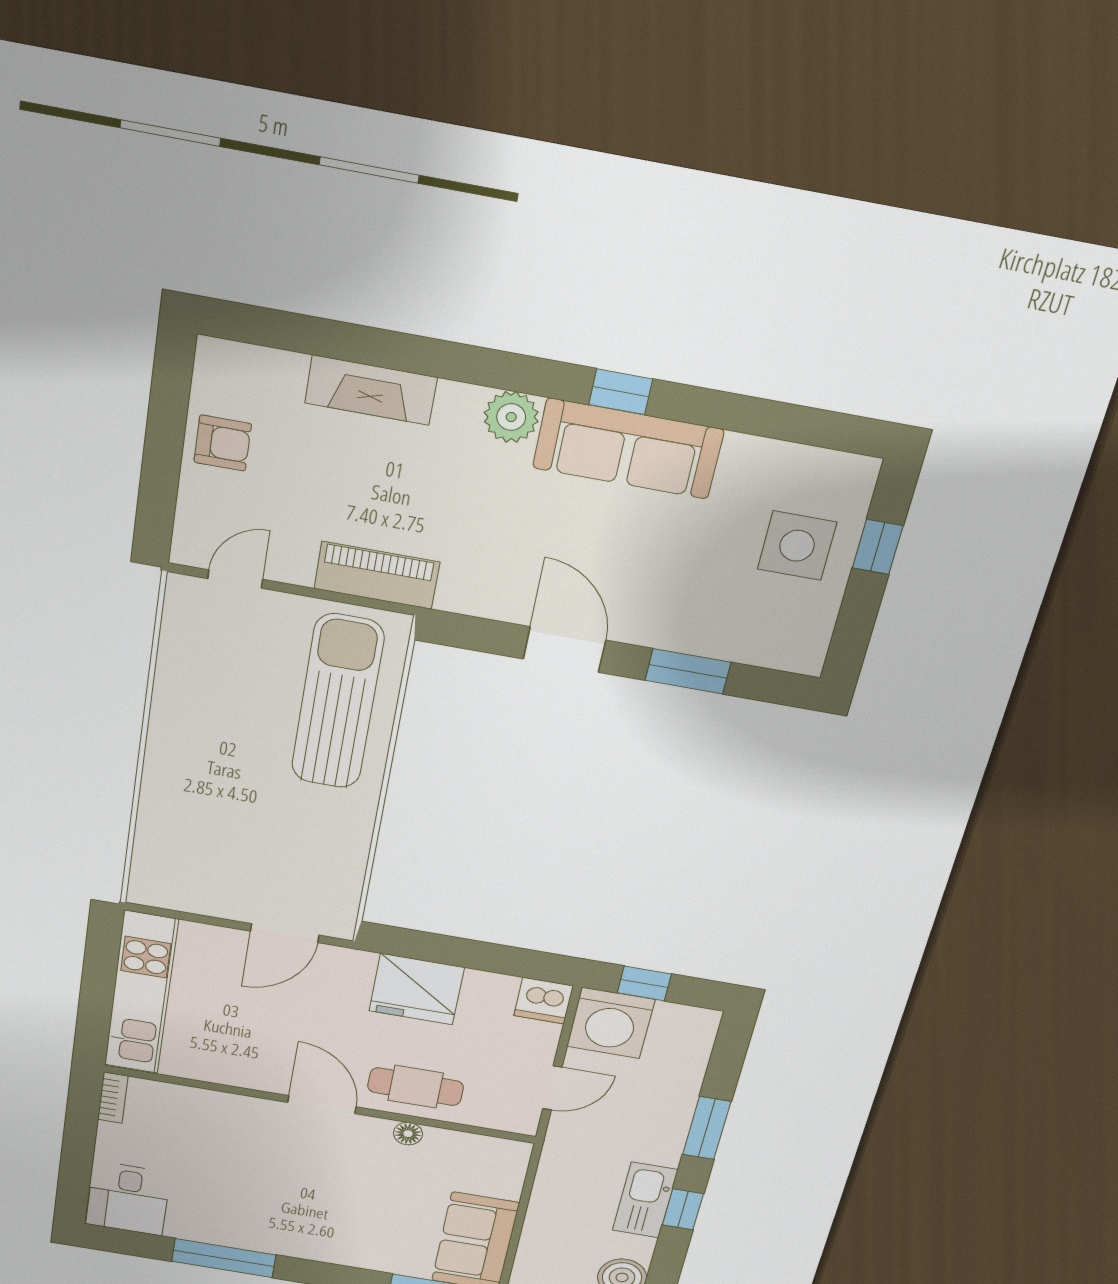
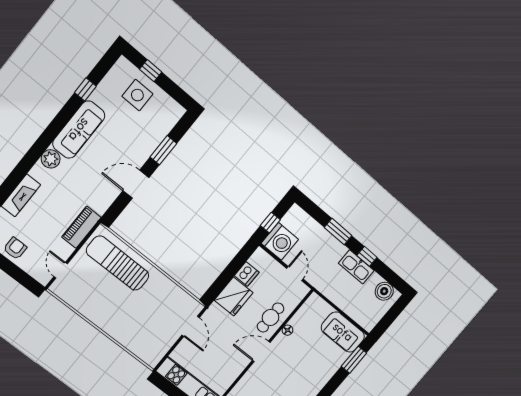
window: (621, 392) -> (85, 89), moved
dishwasher: (544, 1001) -> (247, 274), moved

